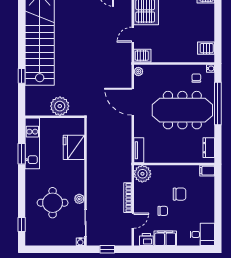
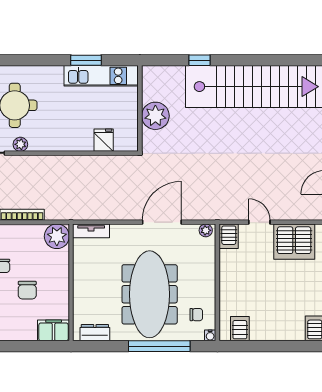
fridge: (74, 147) -> (104, 140), width x0.53, depth x0.75
filing cabinet: (207, 171) -> (54, 330), width x2.00

